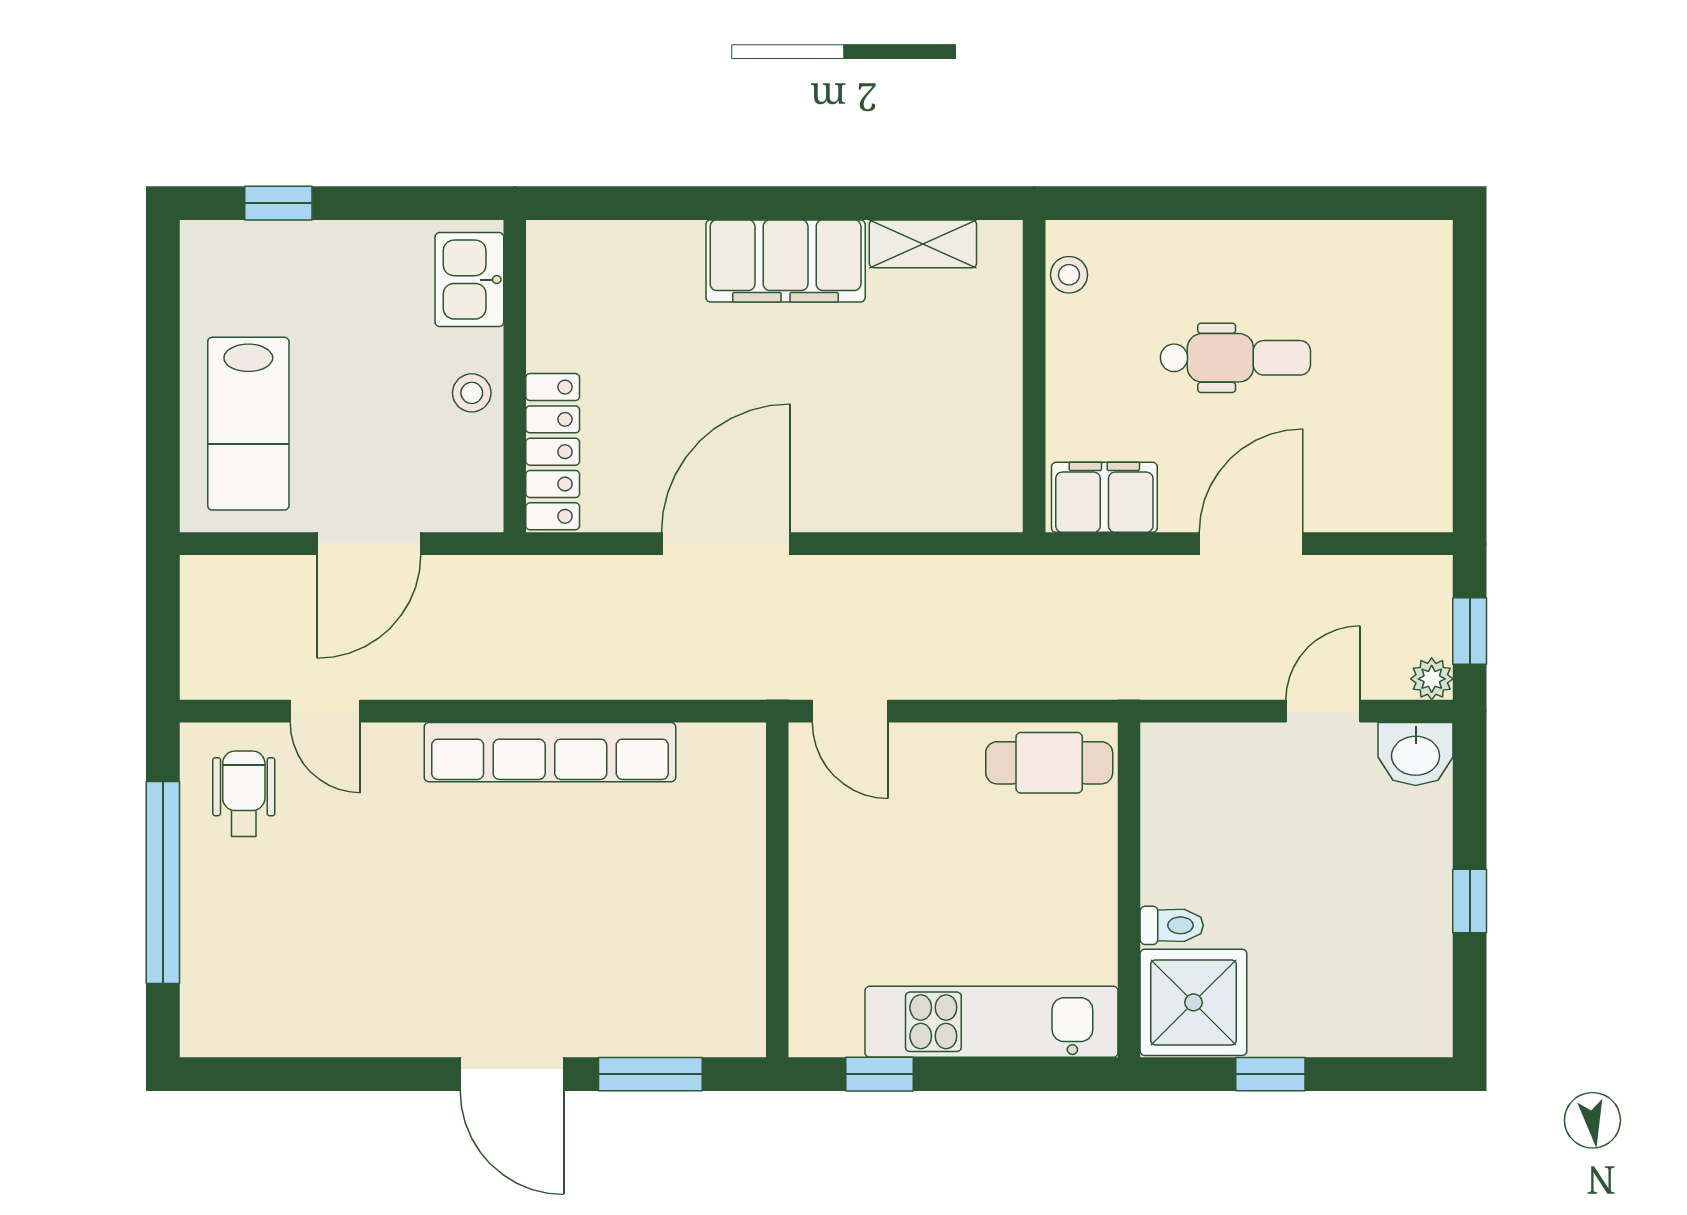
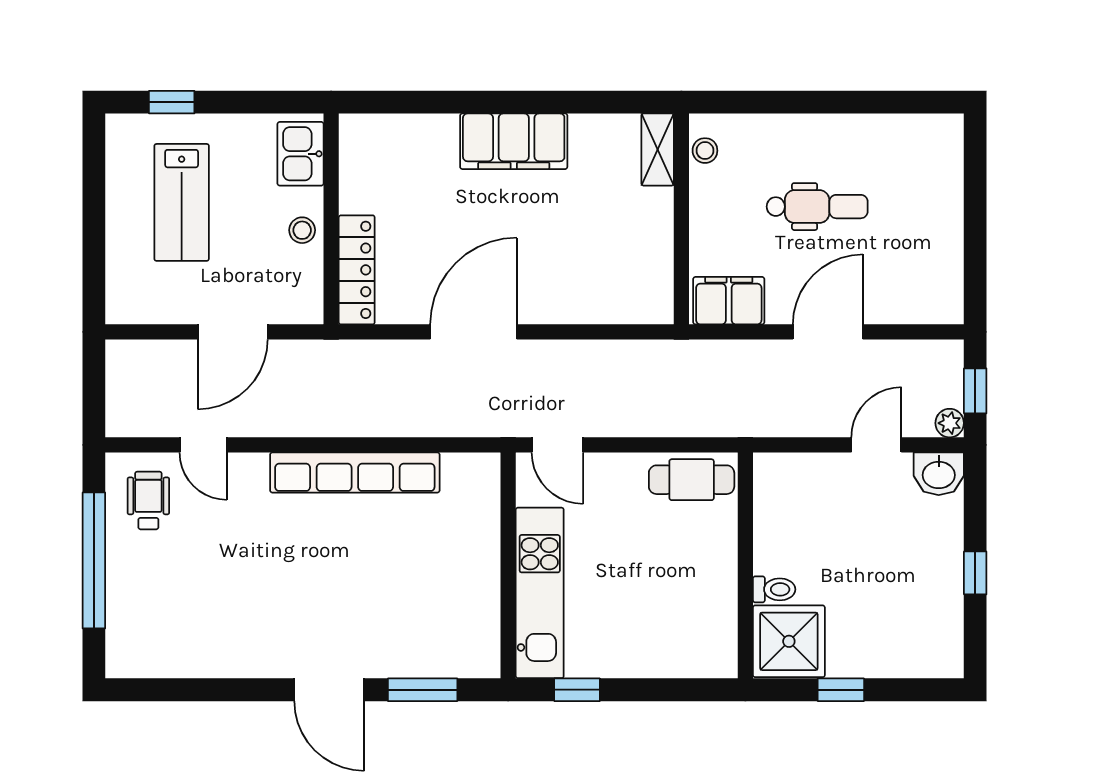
shelving: (923, 244) -> (658, 149), moved, turned 90
lab bench: (248, 424) -> (182, 202), moved
kitchen unit: (992, 1022) -> (540, 593), moved, turned 90

